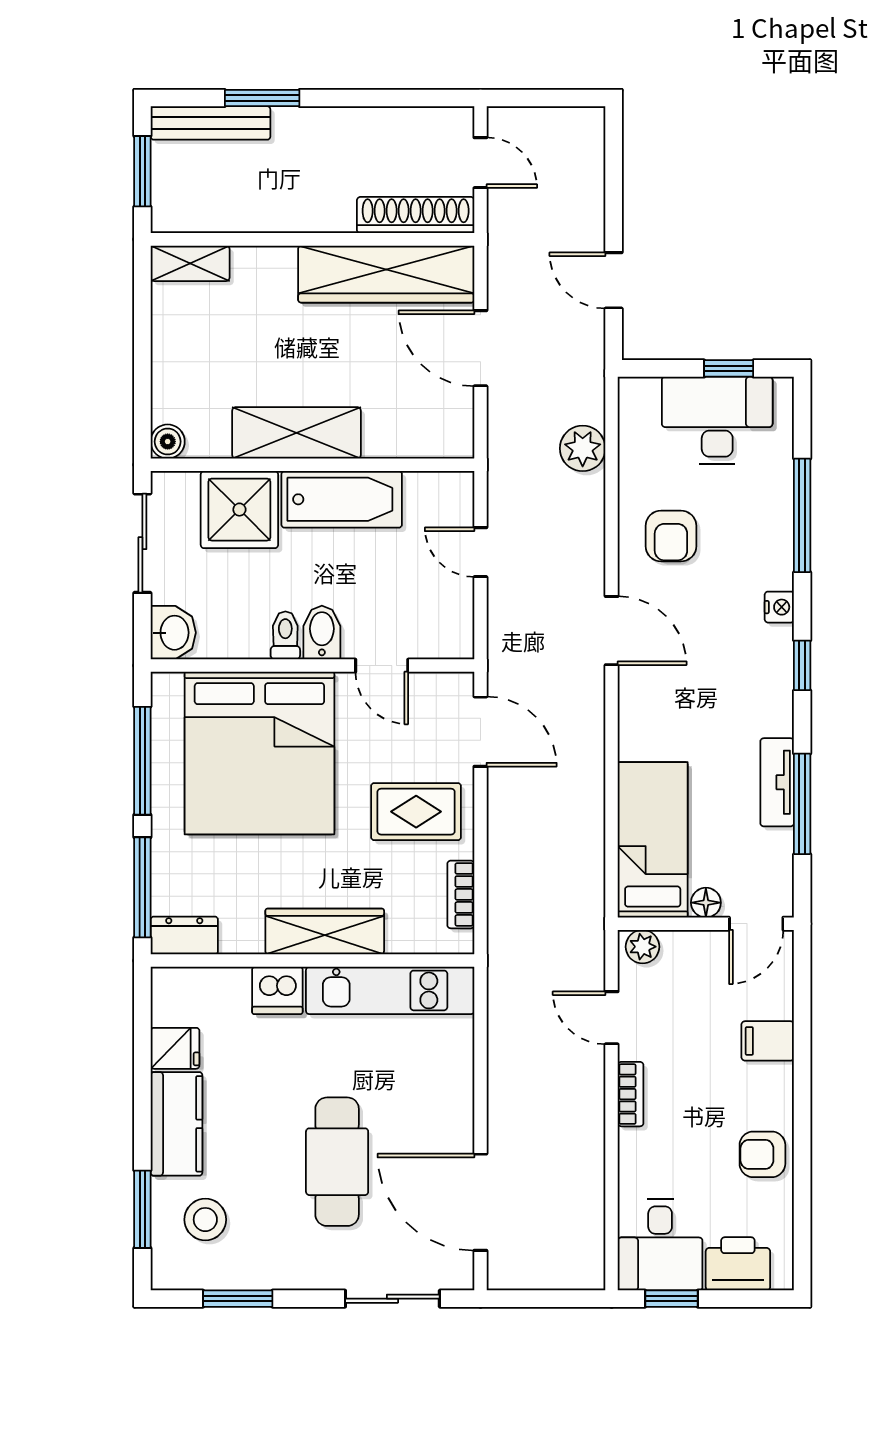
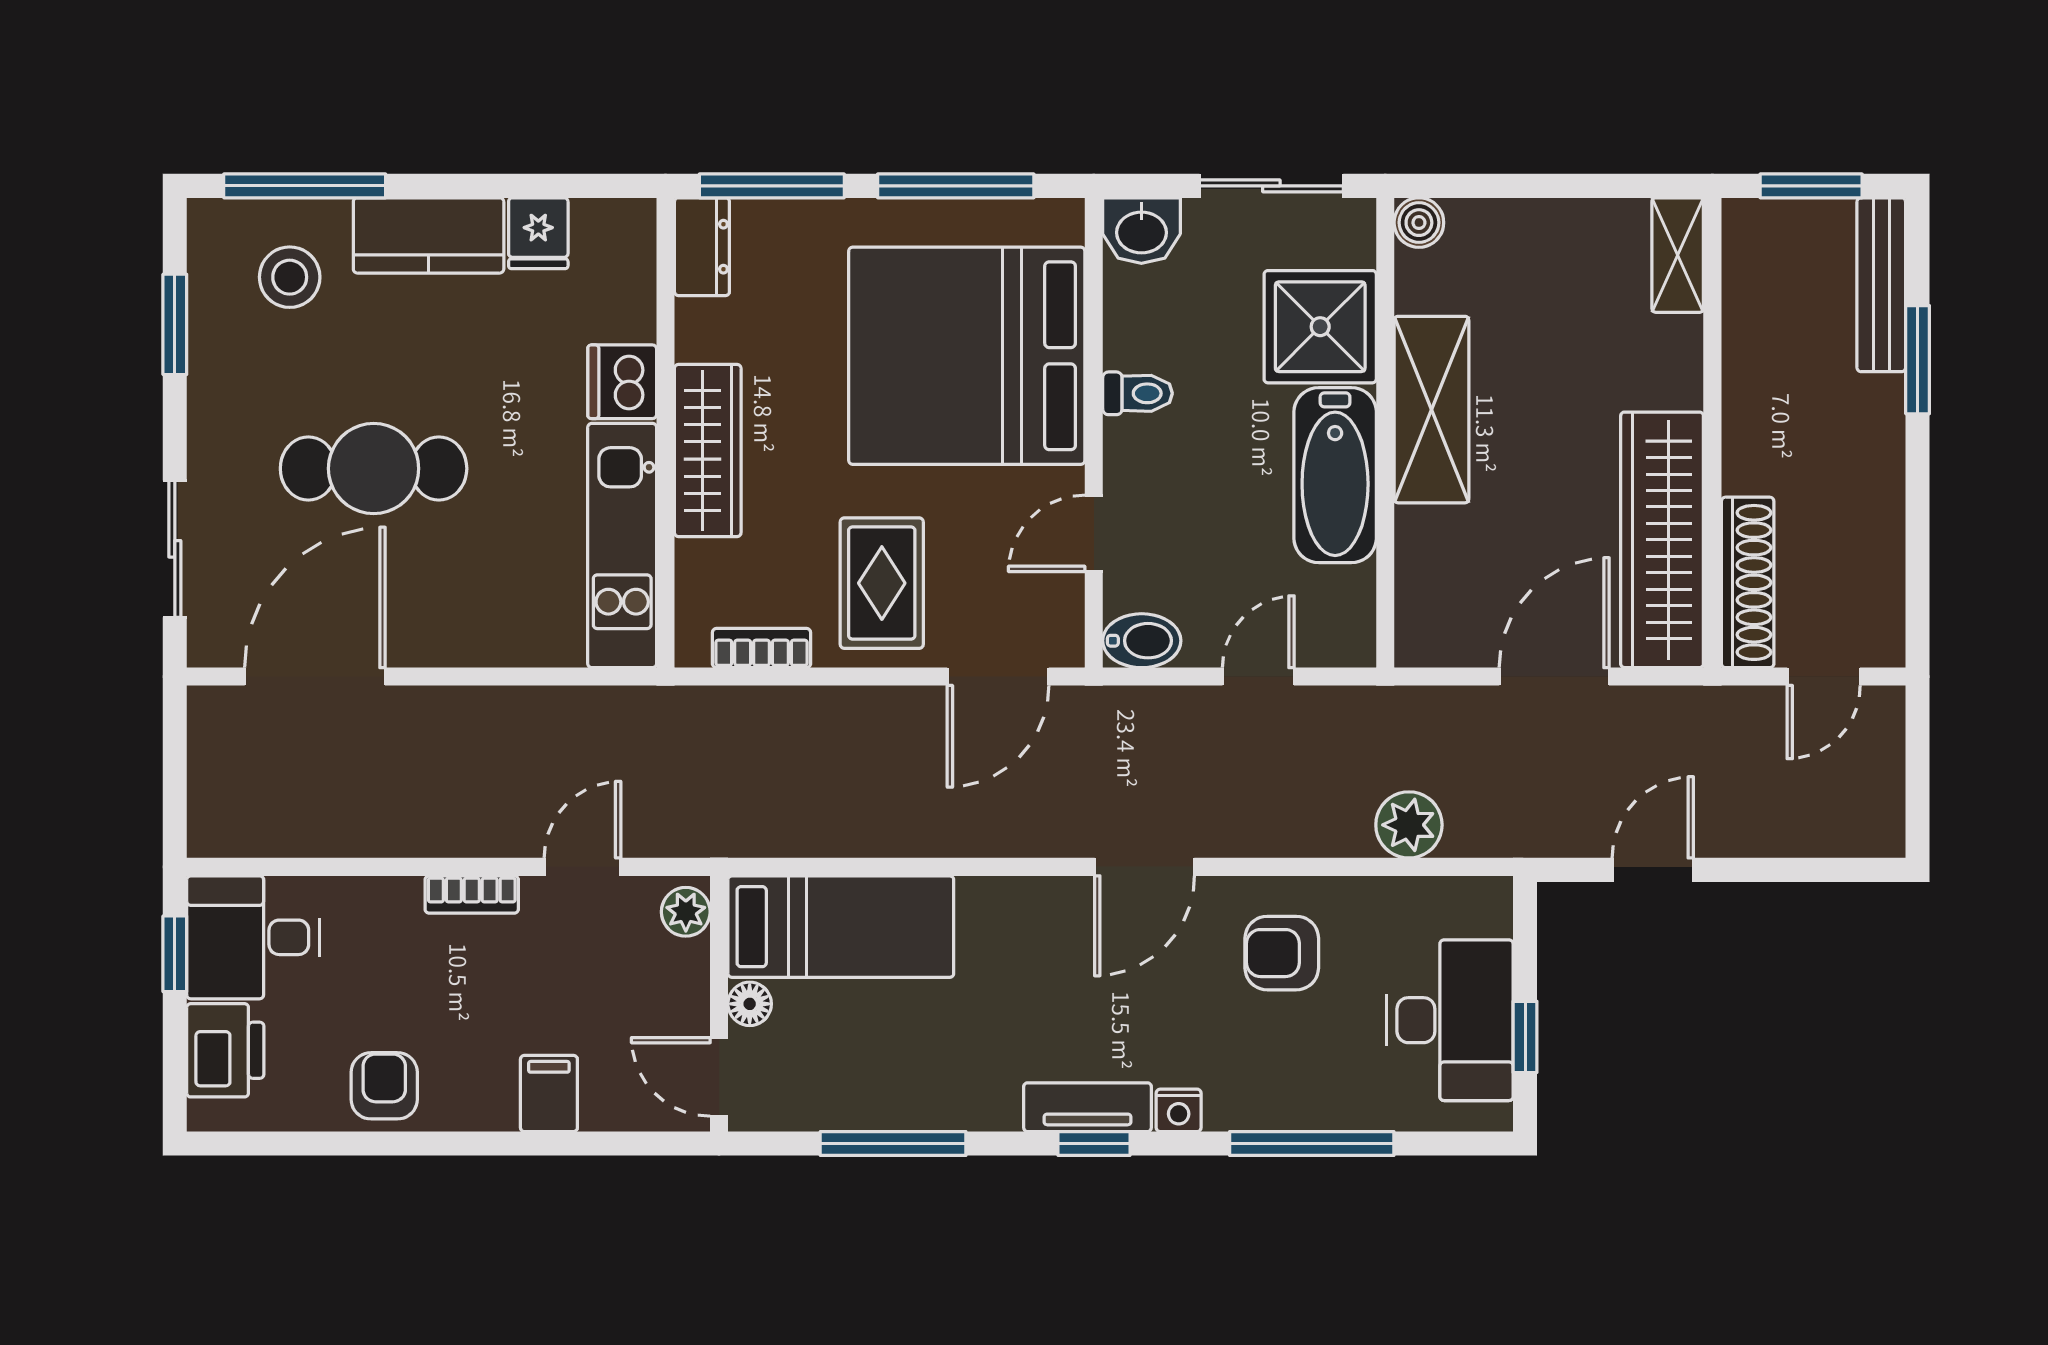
bidet: (322, 632) -> (1142, 641), moved
tv unit: (777, 782) -> (1087, 1107), moved
window: (142, 1209) -> (305, 186), width x1.44

